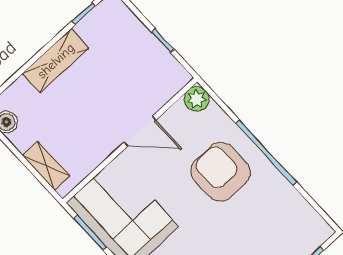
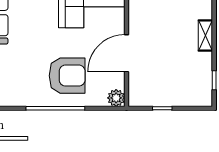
shelving: (56, 61) -> (205, 35), width x0.67, depth x0.75
door: (140, 131) -> (126, 53), width x1.36

